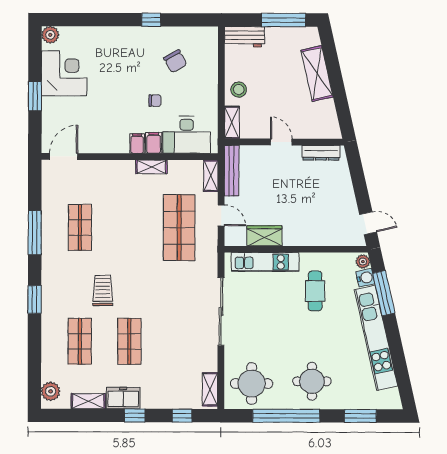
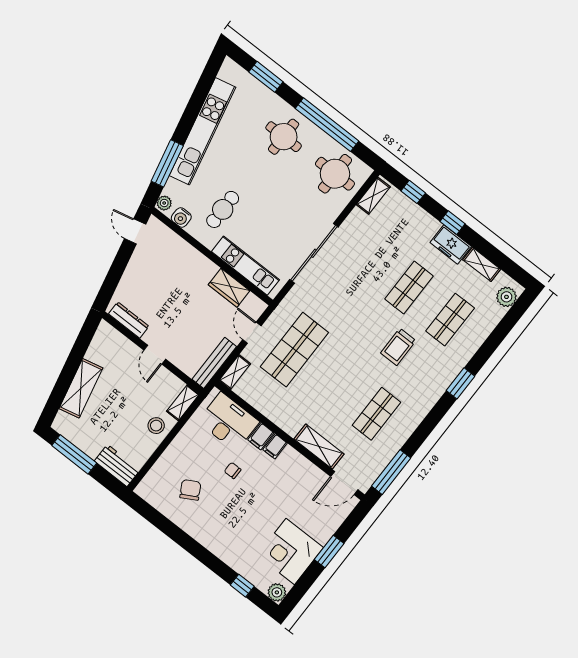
window: (151, 20) -> (242, 586), moved
shelving: (151, 167) -> (319, 447), moved, width x1.50, depth x1.33
window: (35, 233) -> (391, 472), moved
water cooler: (365, 278) -> (181, 217), moved, turned -77

